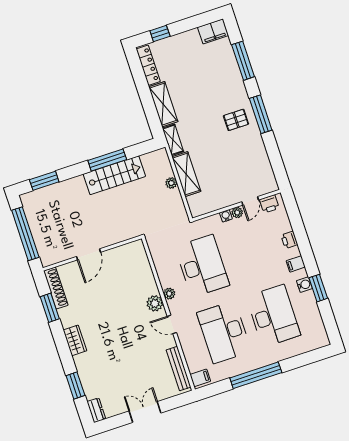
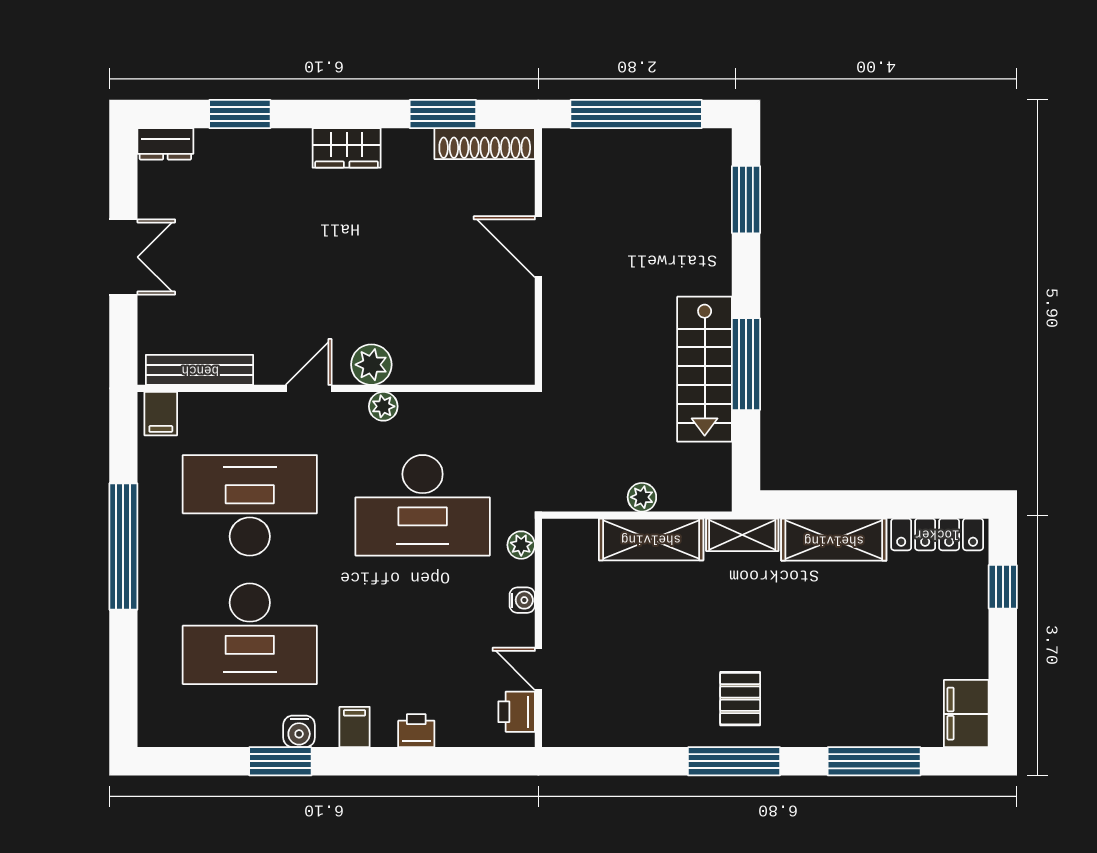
plant: (237, 213) -> (521, 545), moved

